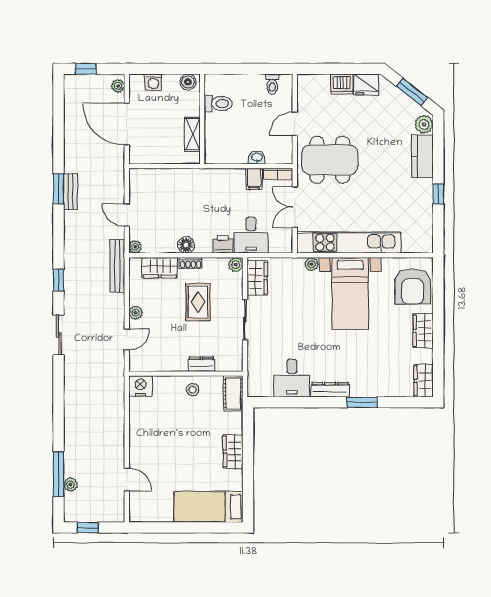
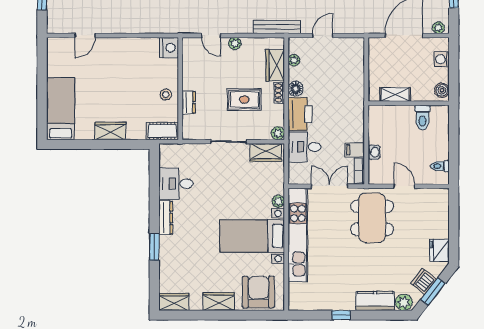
dishwasher: (342, 84) -> (424, 281), moved, turned 38
printer: (223, 244) -> (300, 114), width x1.87, depth x1.48
plant: (135, 247) -> (294, 60), moved
armchair: (413, 286) -> (258, 292), turned 90

